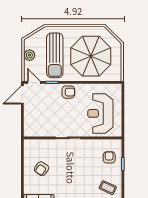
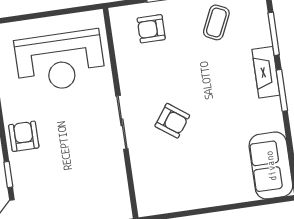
armchair: (42, 169) -> (172, 121), moved

